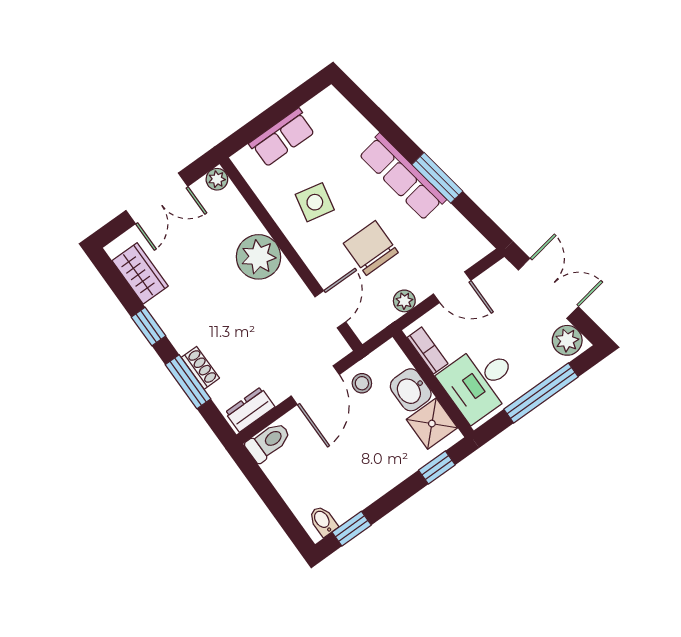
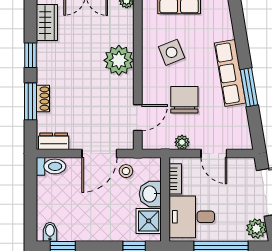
side table: (315, 202) -> (172, 52), turned -34

